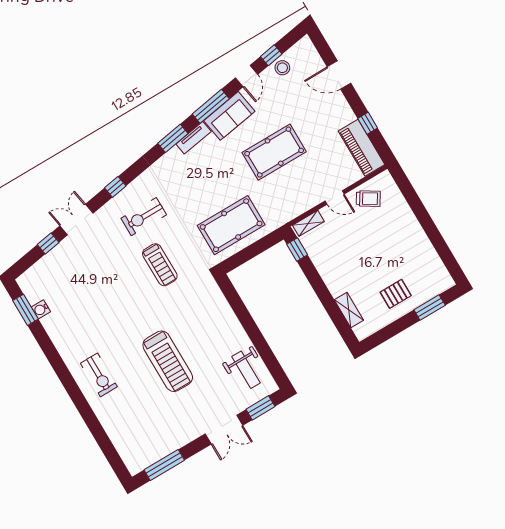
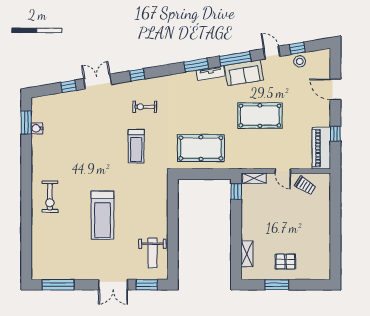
door: (247, 76) -> (272, 53), swing flipped
exercise bike: (144, 217) -> (145, 107), width x0.73, depth x0.72
window: (430, 307) -> (277, 285), moved

